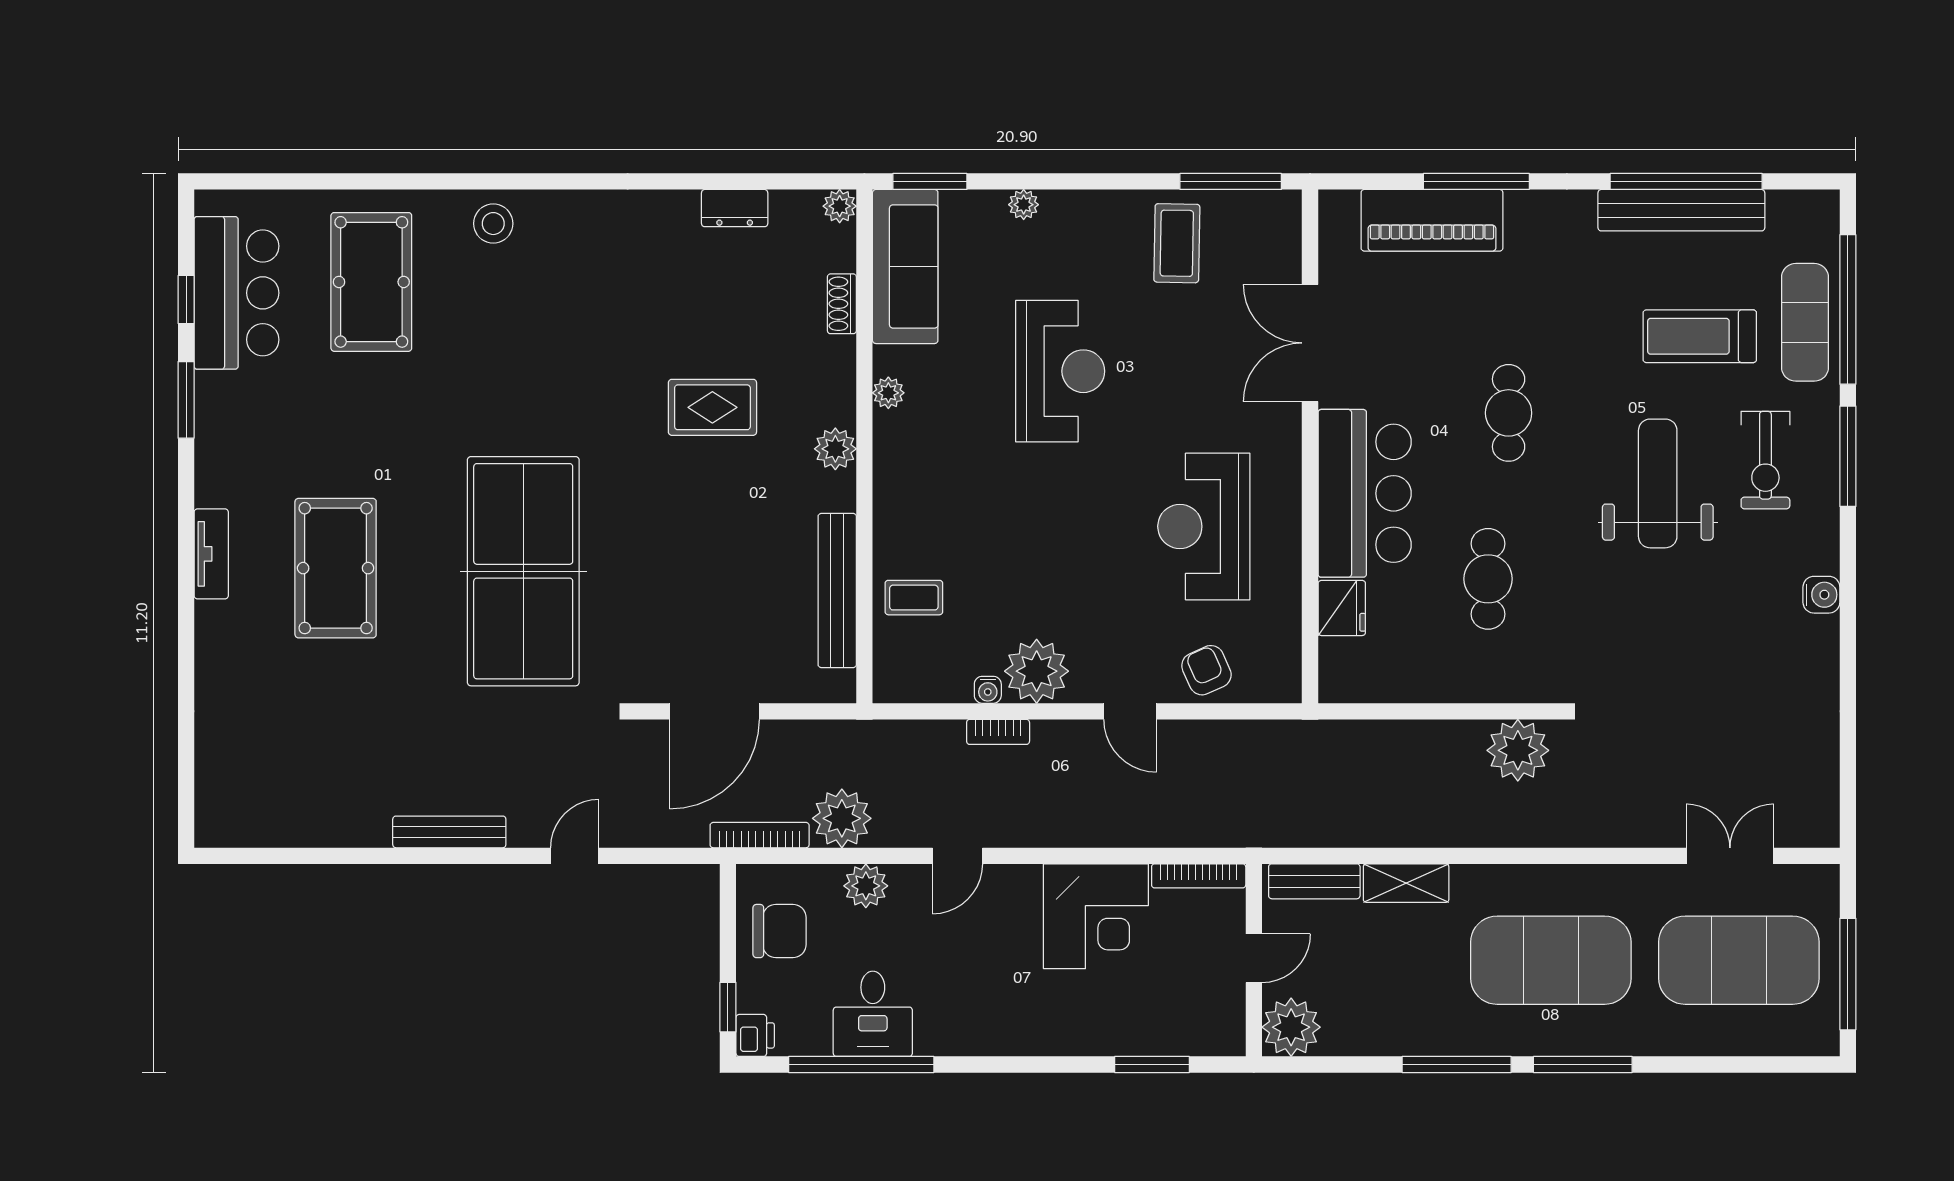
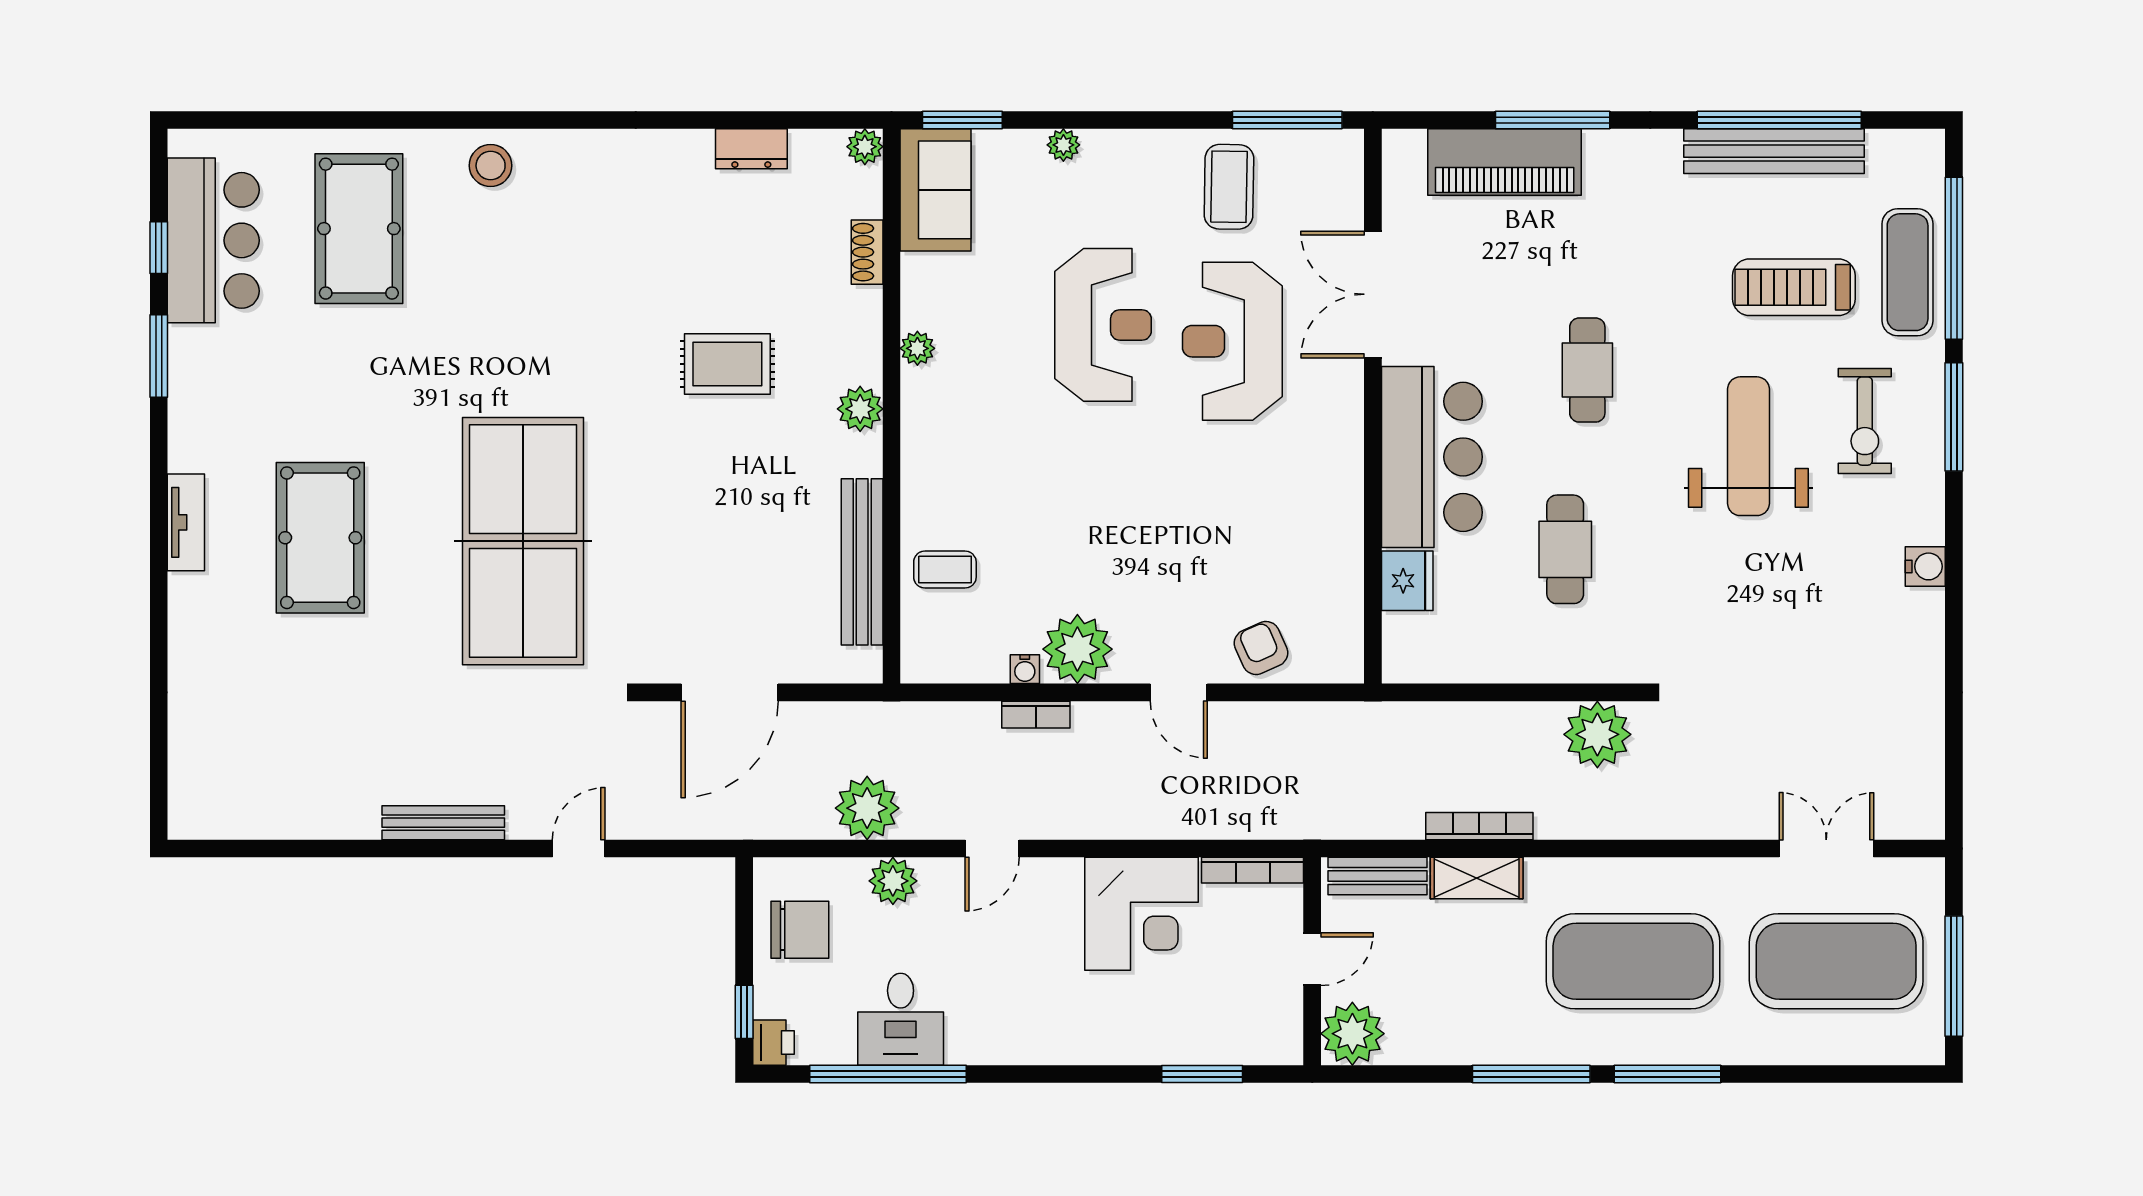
sofa: (905, 266) -> (936, 190), width x0.73
reception desk: (1204, 526) -> (1232, 341), moved
bookcase: (760, 835) -> (1479, 826), moved

